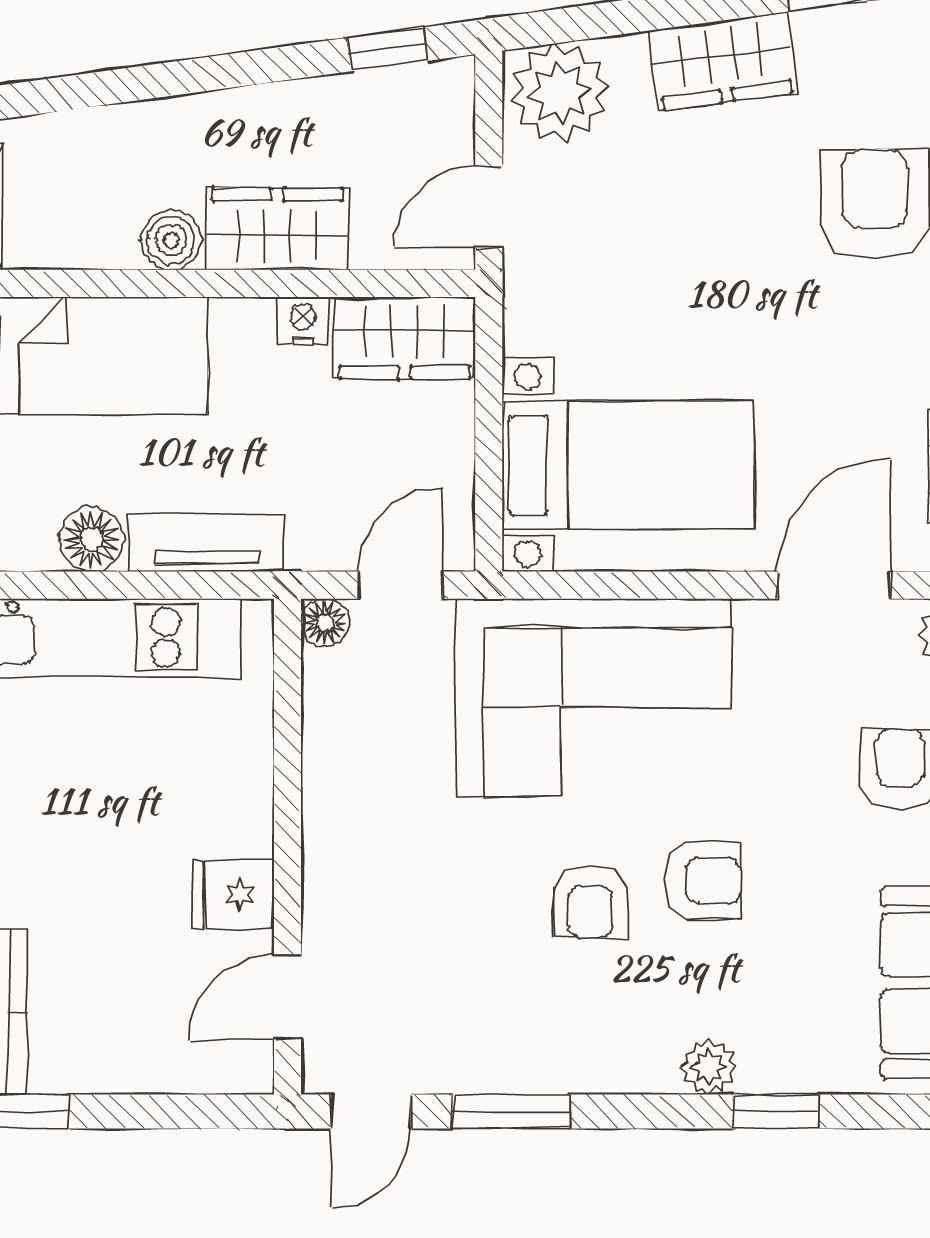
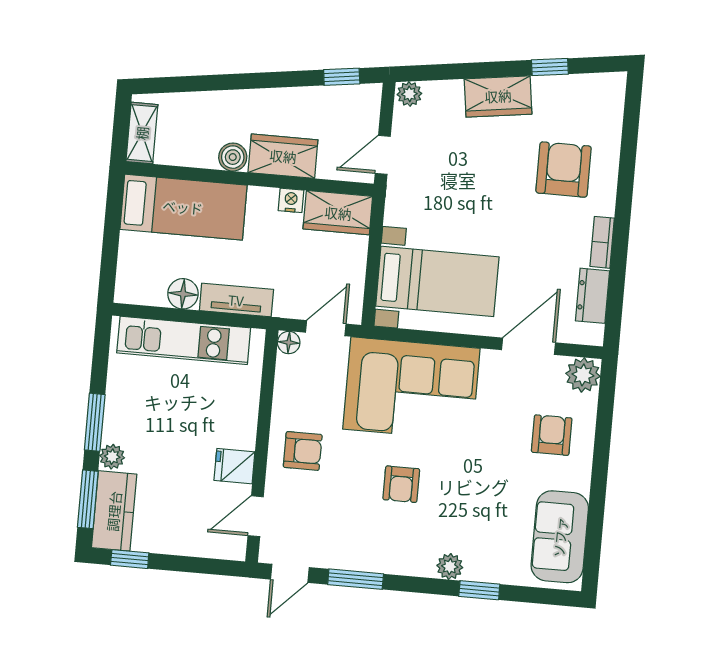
plant: (560, 93) -> (409, 94), width x0.53, depth x0.53
armchair: (703, 881) -> (303, 451), moved

